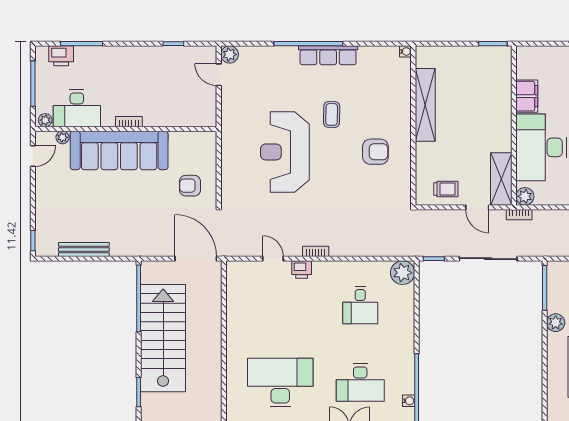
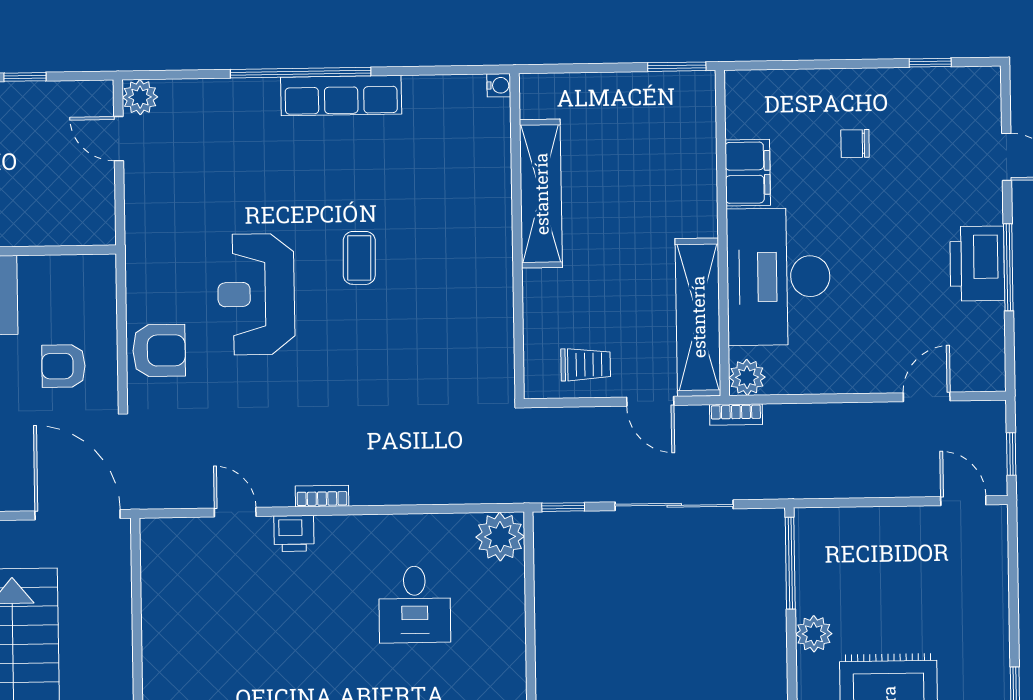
coffee table: (332, 114) -> (359, 258), moved
reception desk: (285, 152) -> (256, 294), width x0.74, depth x0.77
armchair: (375, 152) -> (159, 351), moved
shelving: (501, 179) -> (698, 317), width x1.47

